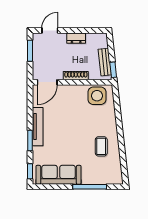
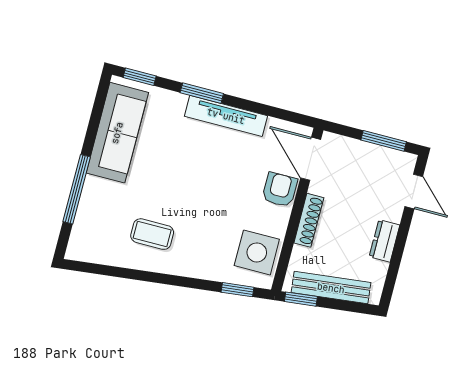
bench: (105, 62) -> (331, 288), width x1.36
armchair: (65, 93) -> (280, 190), added
window: (117, 100) -> (237, 290), added

